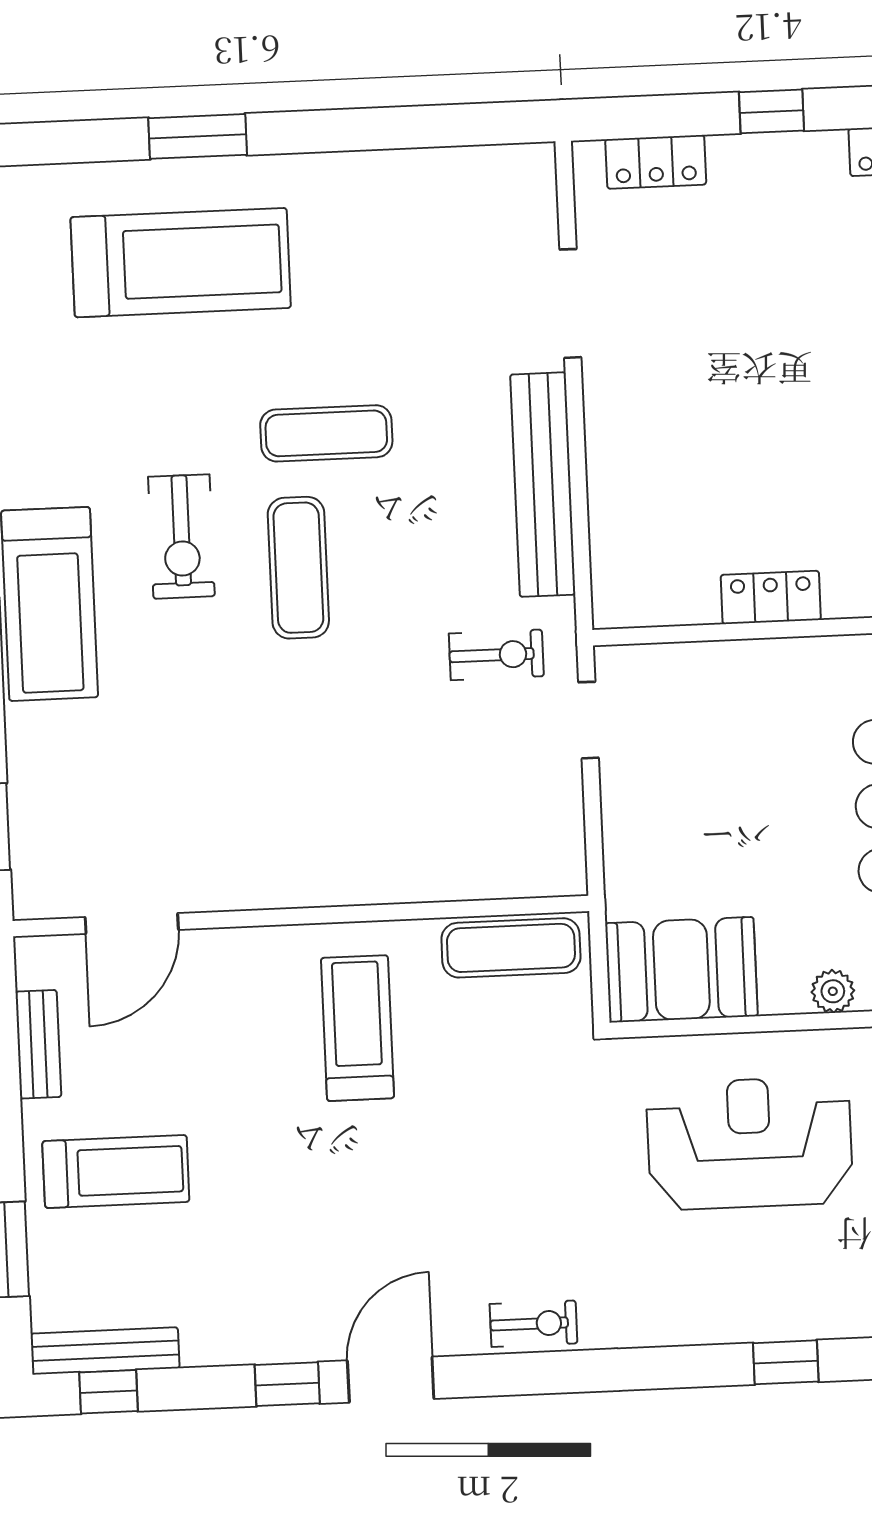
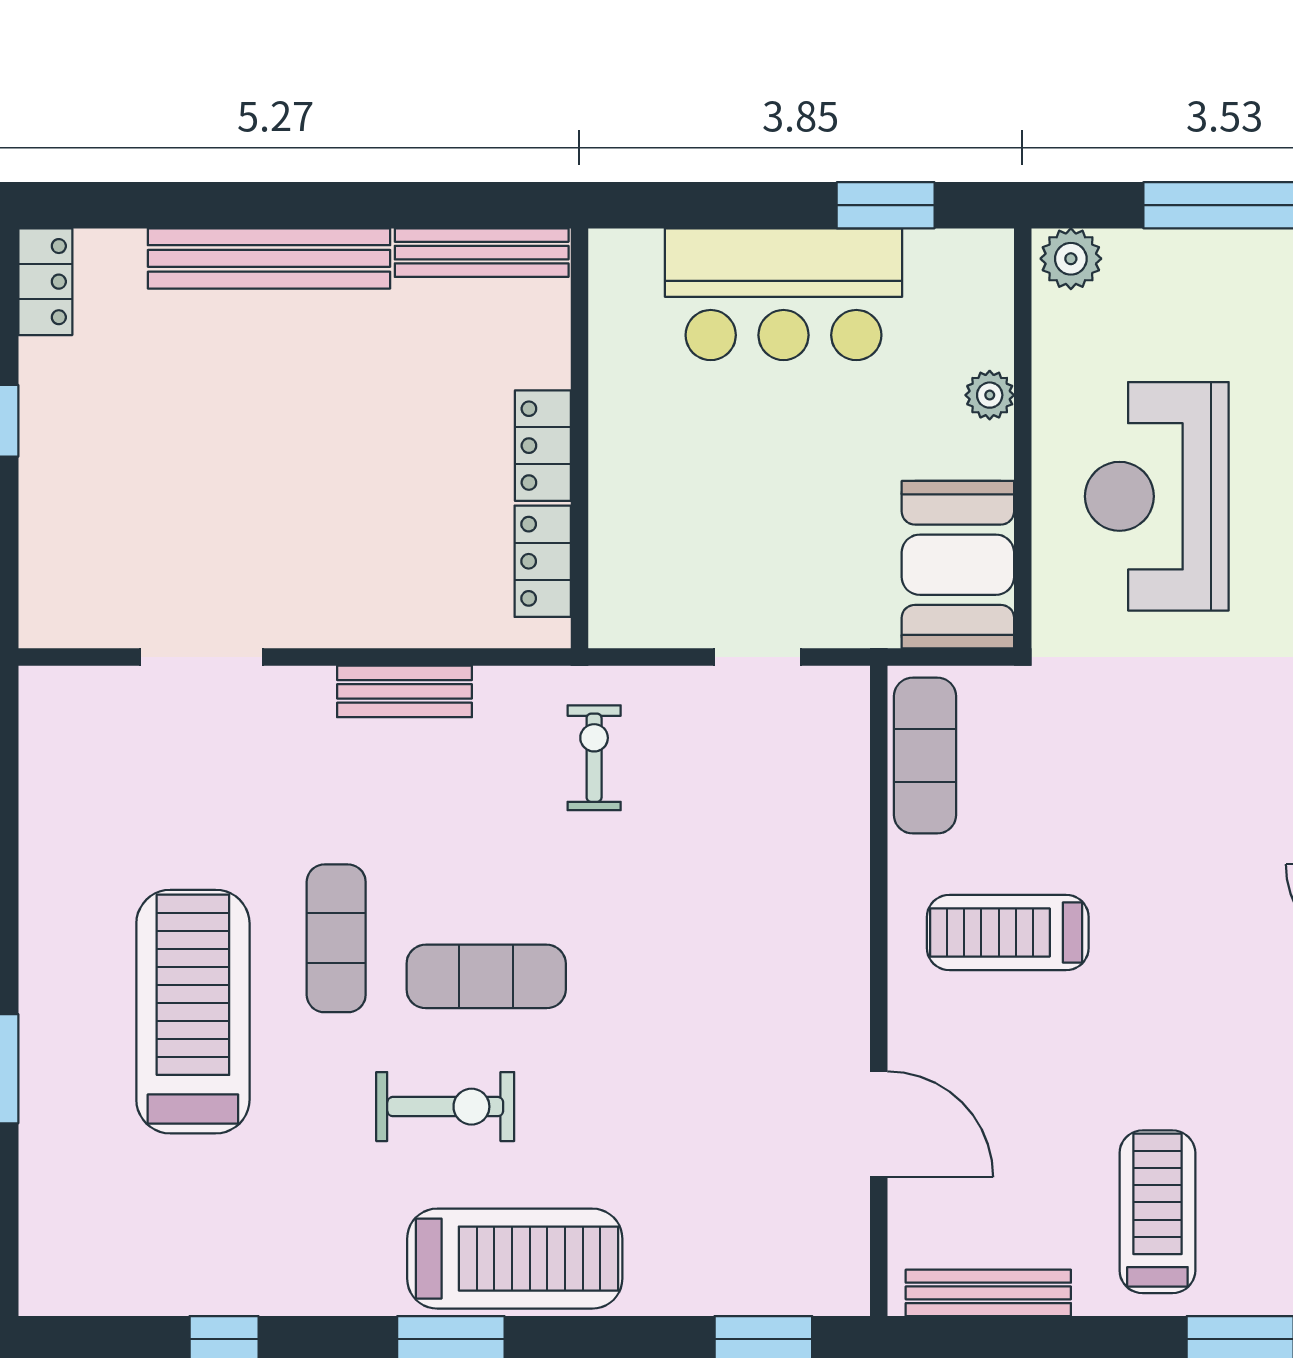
locker: (656, 162) -> (543, 561), moved, turned 180
treadmill: (181, 263) -> (193, 1012), moved
bench: (543, 485) -> (405, 691), width x0.54, depth x0.82
doorway: (588, 720) -> (758, 657), moved
door: (132, 923) -> (879, 1124), moved
bench: (38, 1044) -> (988, 1293), width x1.36

